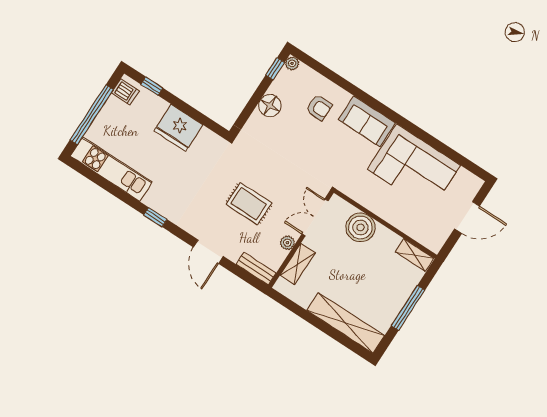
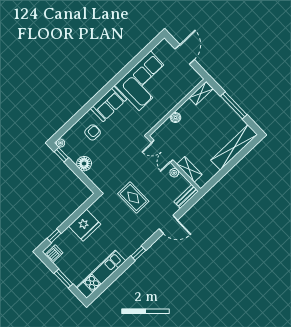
window: (92, 115) -> (63, 279), width x0.47
rug: (249, 204) -> (133, 198), moved, turned 90
boiler: (360, 227) -> (175, 118), width x0.54, depth x0.54

